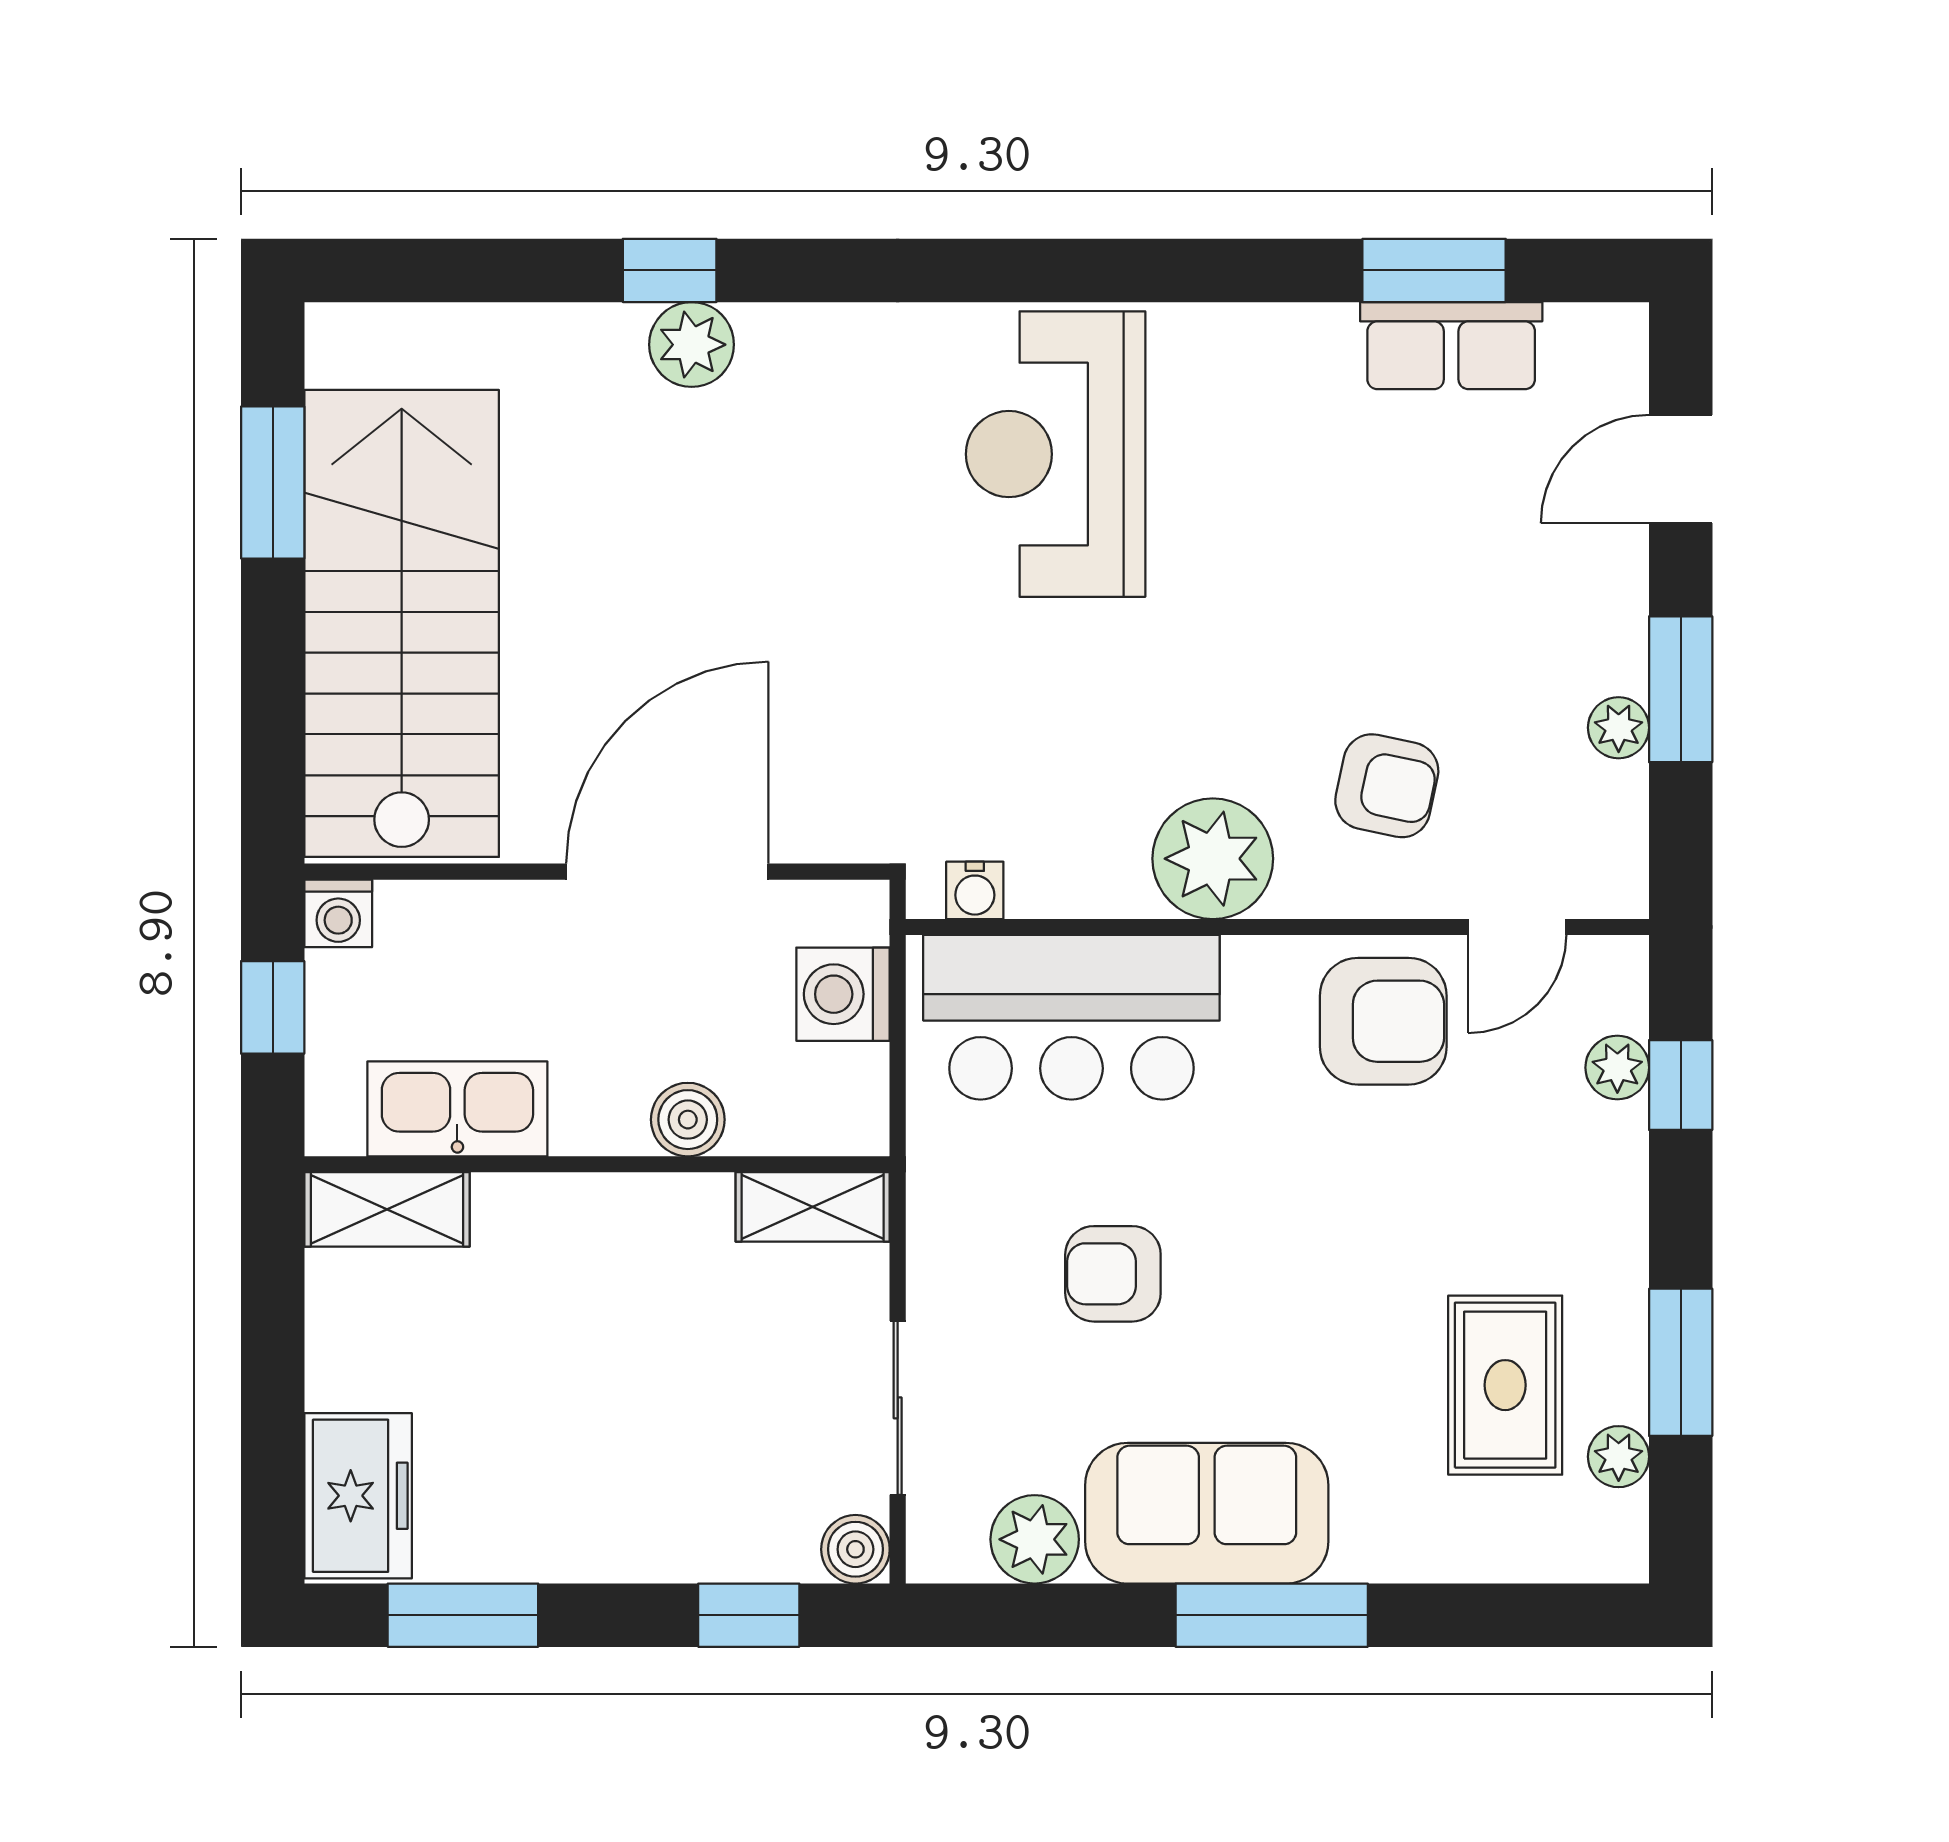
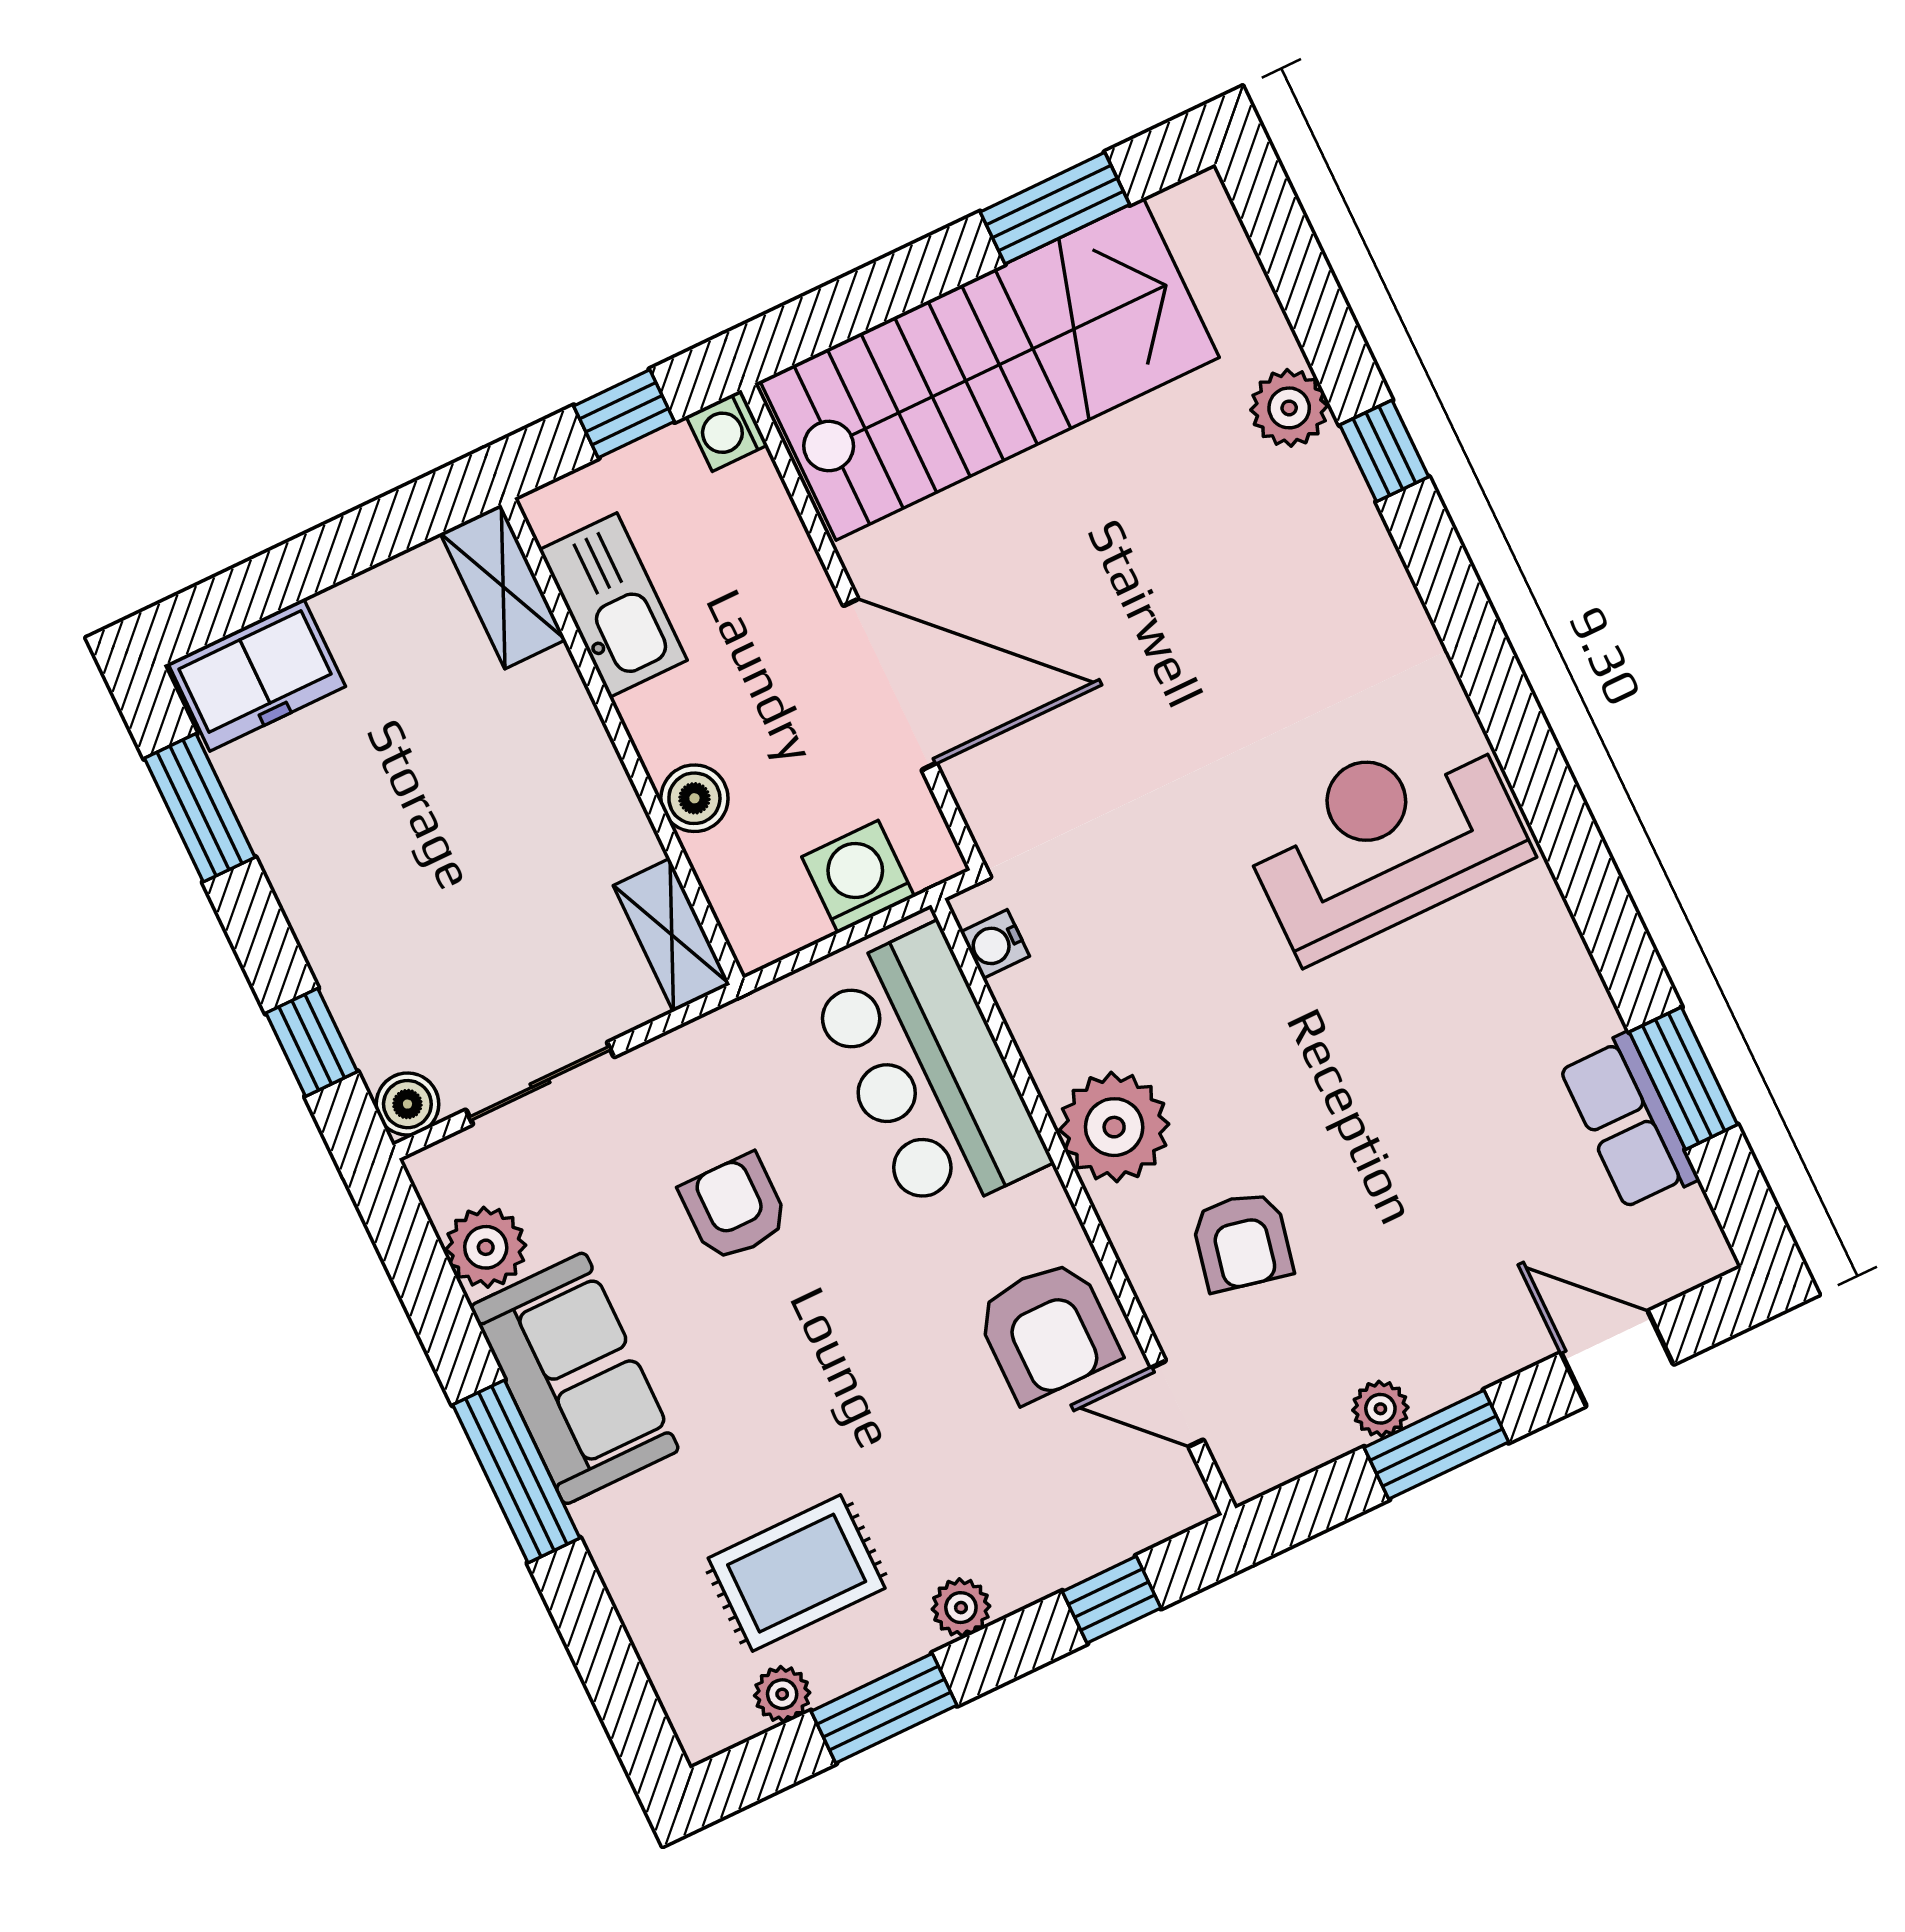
plant: (692, 345) -> (1289, 408), moved
plant: (1617, 1068) -> (961, 1608), moved

